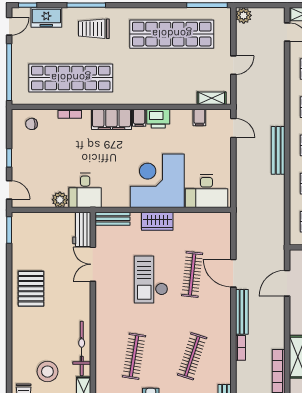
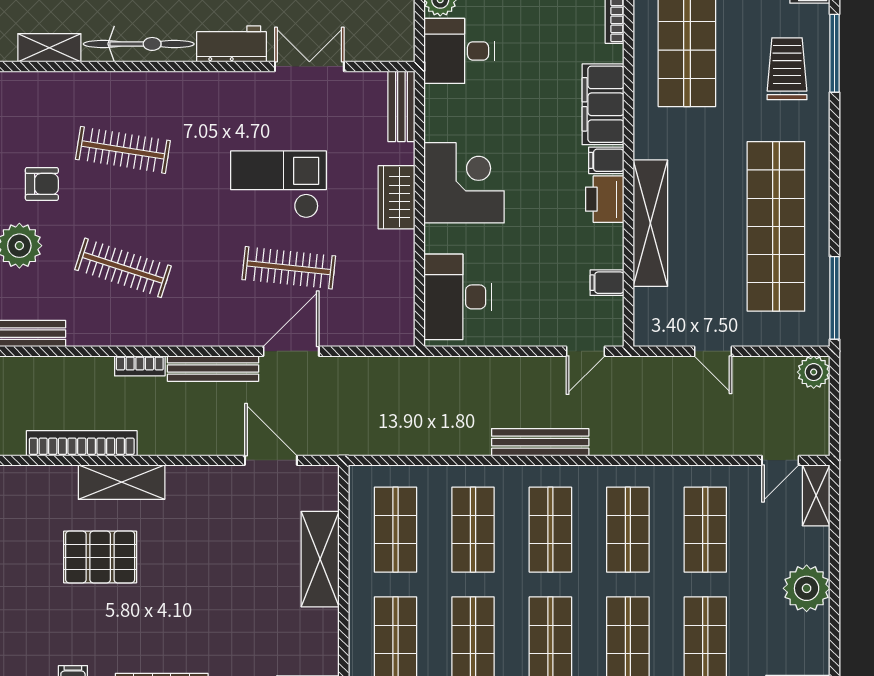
shelving: (212, 98) -> (650, 223), moved, width x2.20, depth x1.33
corner desk: (157, 181) -> (464, 183), width x0.74, depth x0.74
workbench: (82, 229) -> (231, 44), moved

